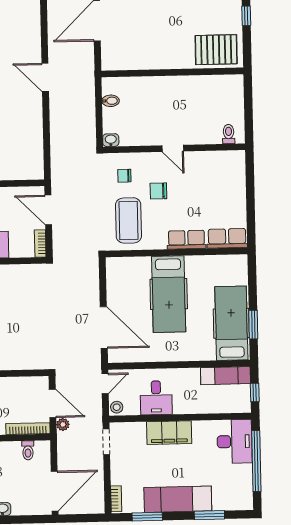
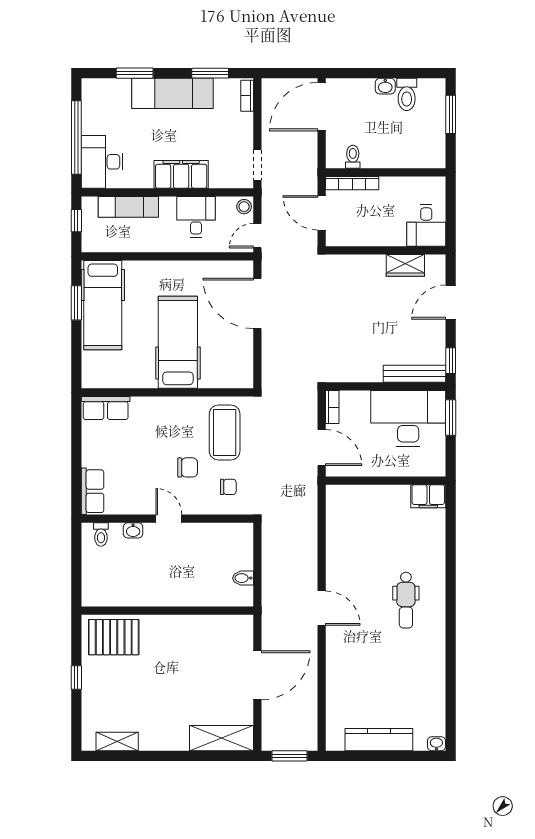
washbasin: (111, 140) -> (133, 530), moved
row of seats: (186, 240) -> (92, 491), moved, turned -90
exam couch: (225, 376) -> (128, 207), moved, turned 180
plant: (63, 424) -> (310, 187), removed

